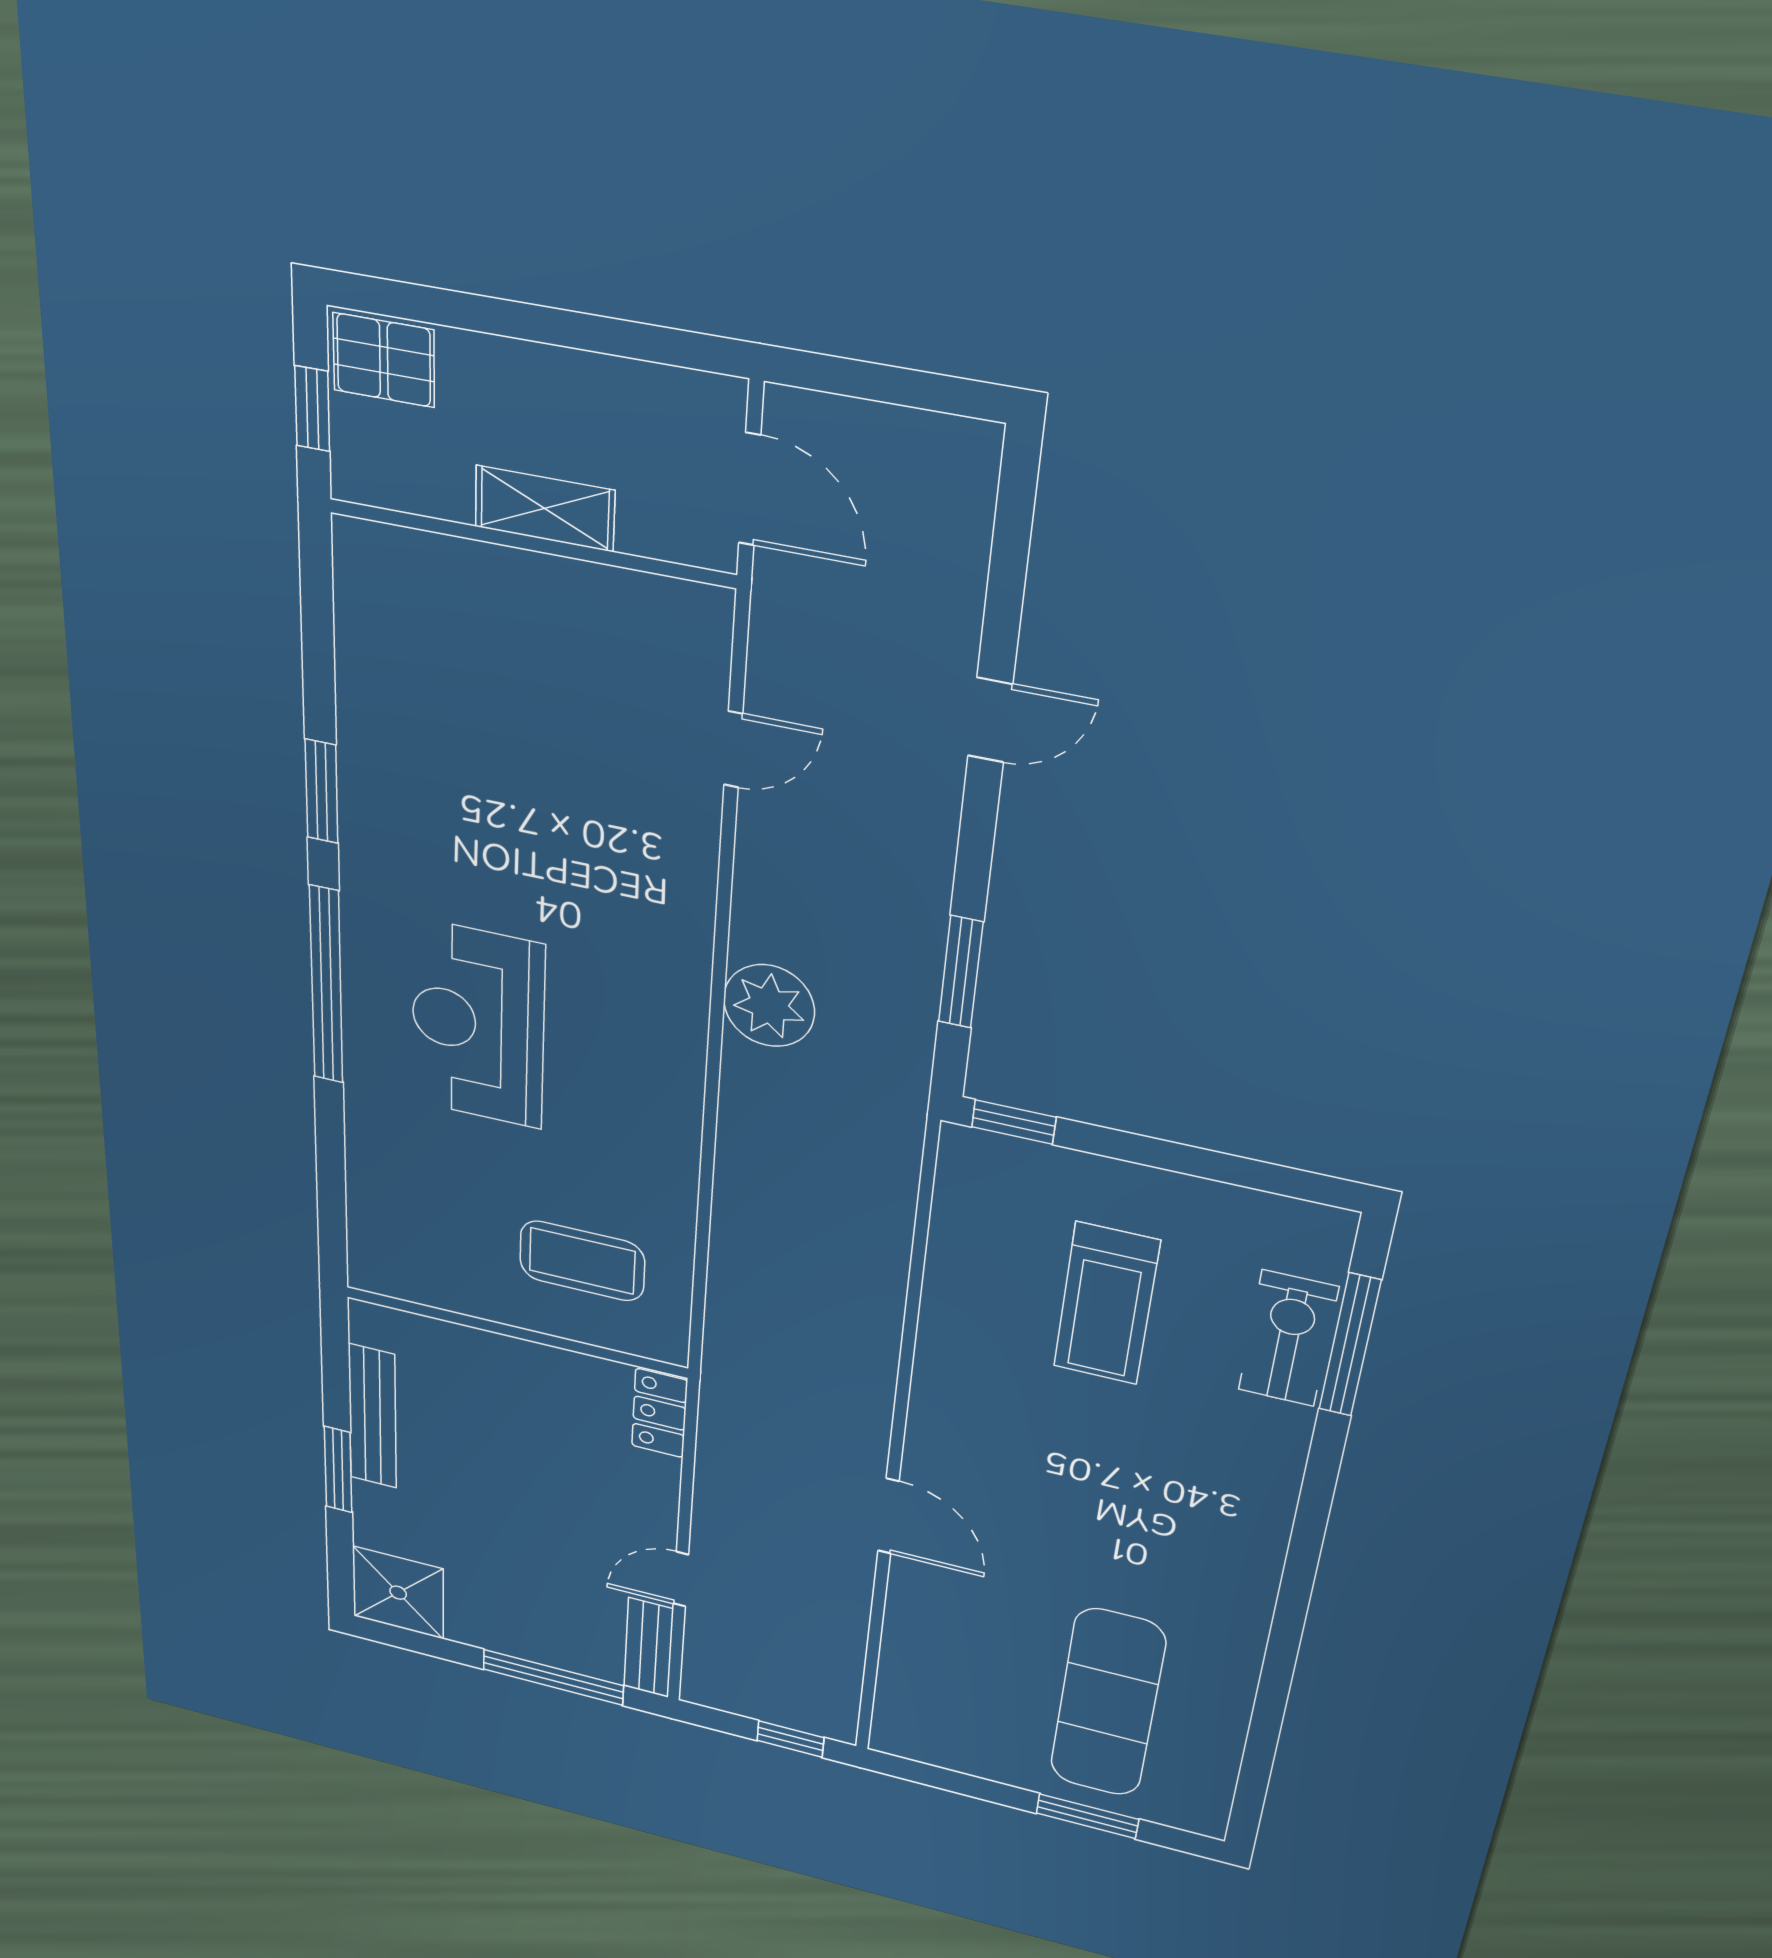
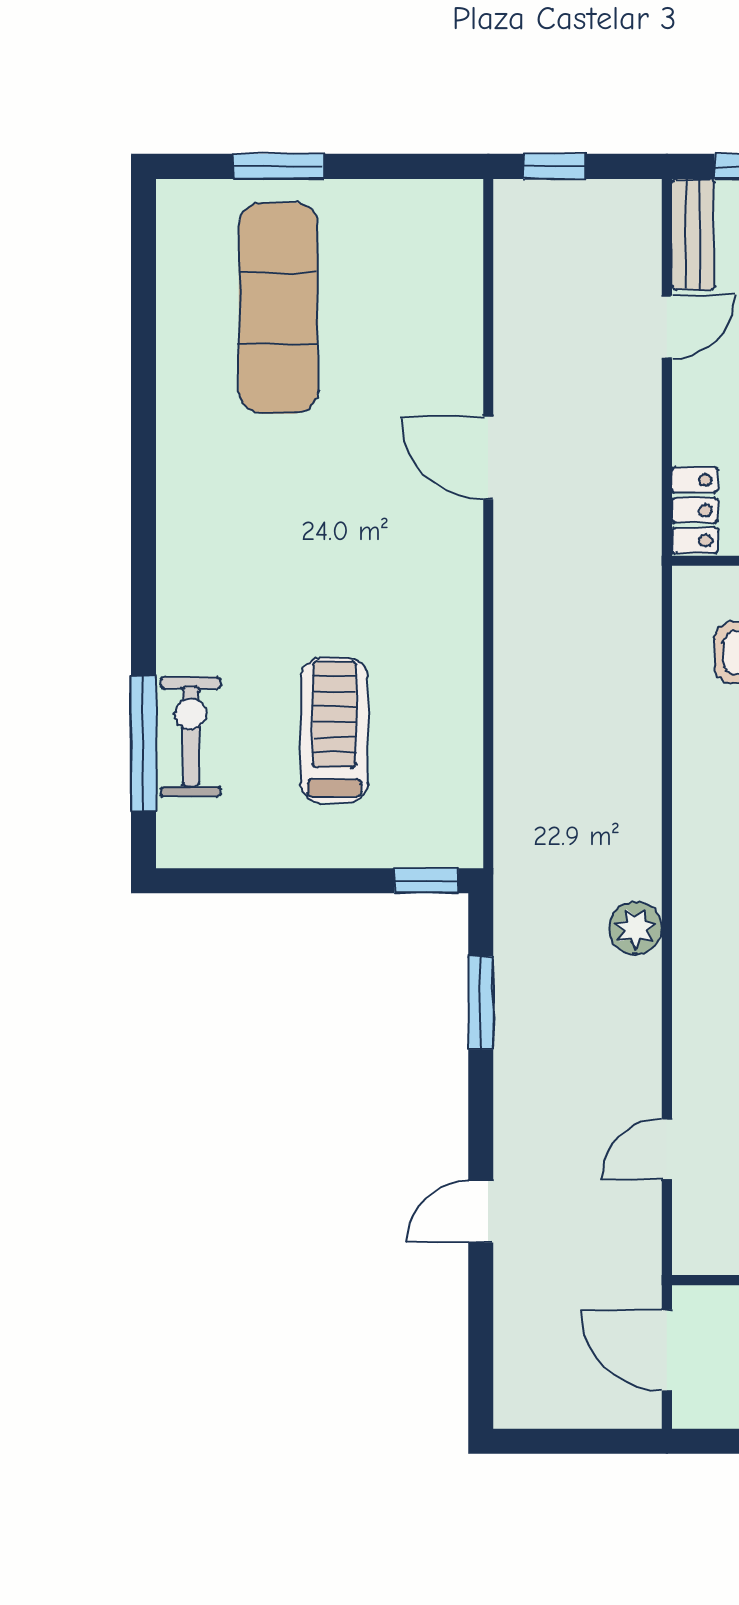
plant: (769, 1006) -> (635, 928), width x0.73, depth x0.73
exercise bike: (1288, 1339) -> (191, 737), turned 180

